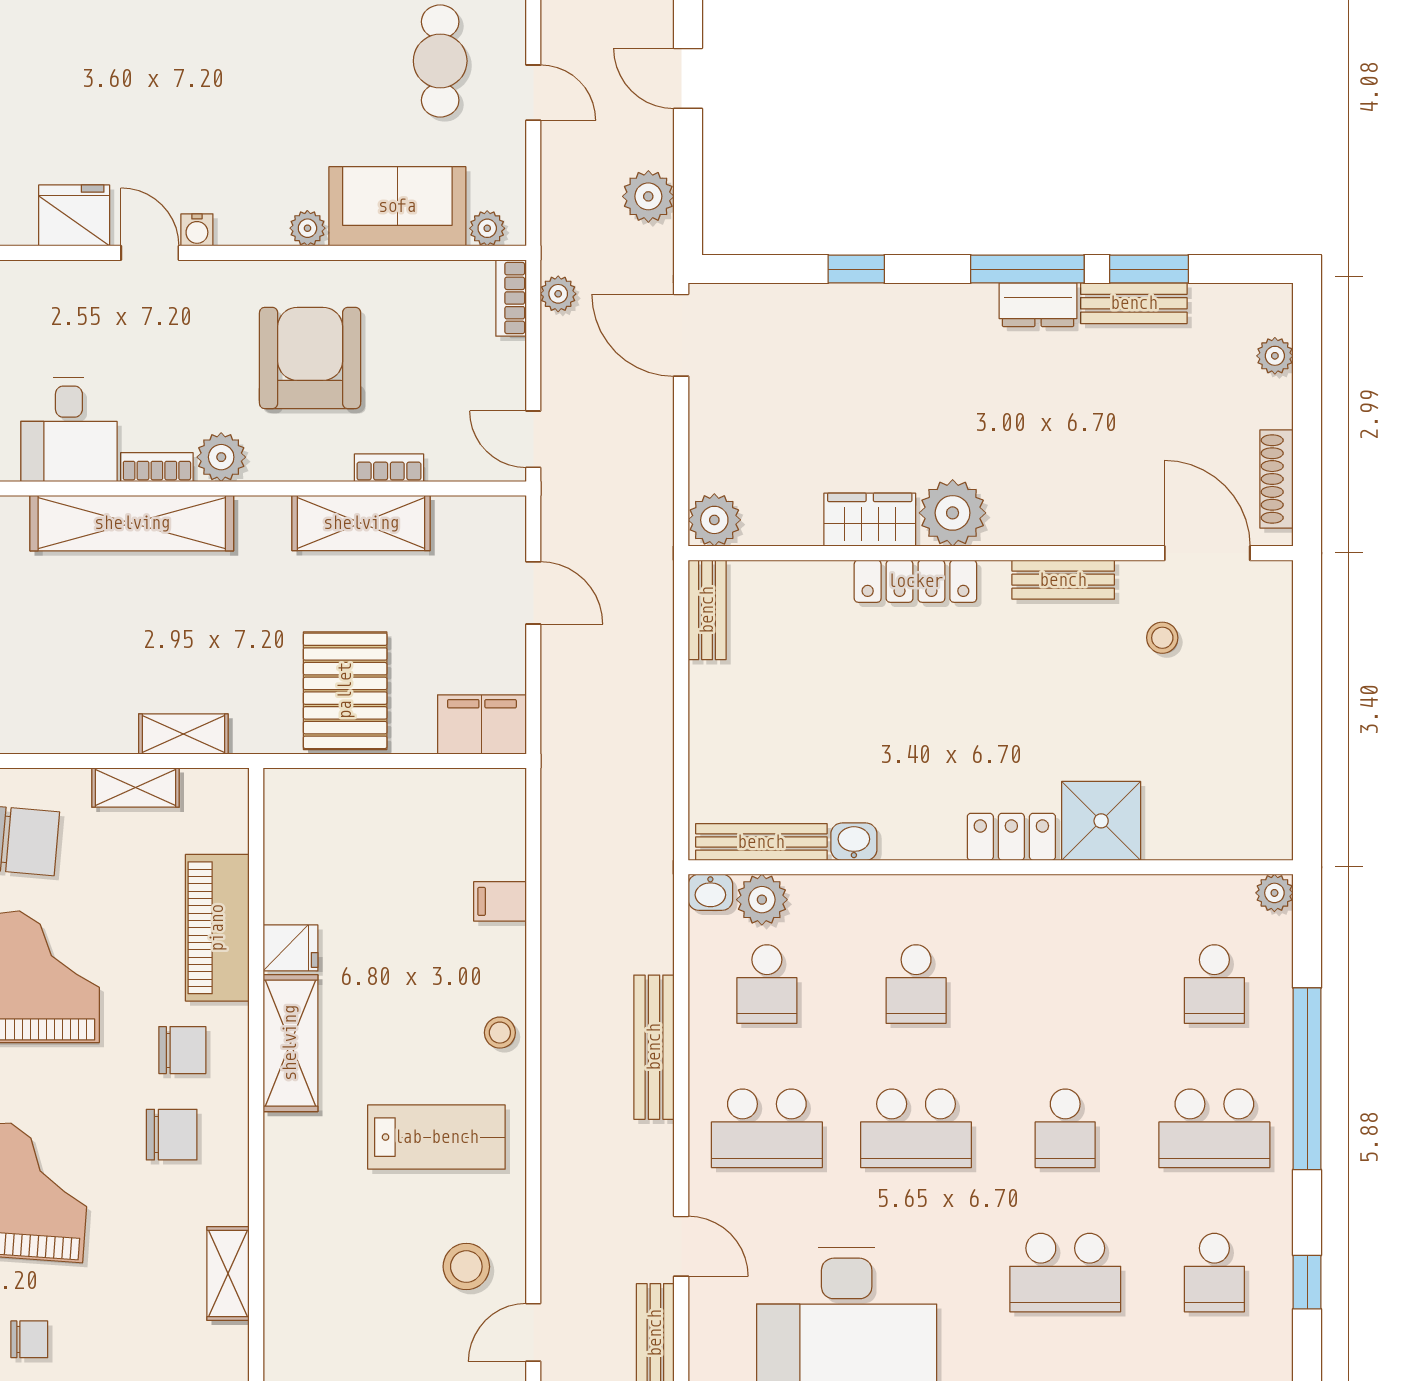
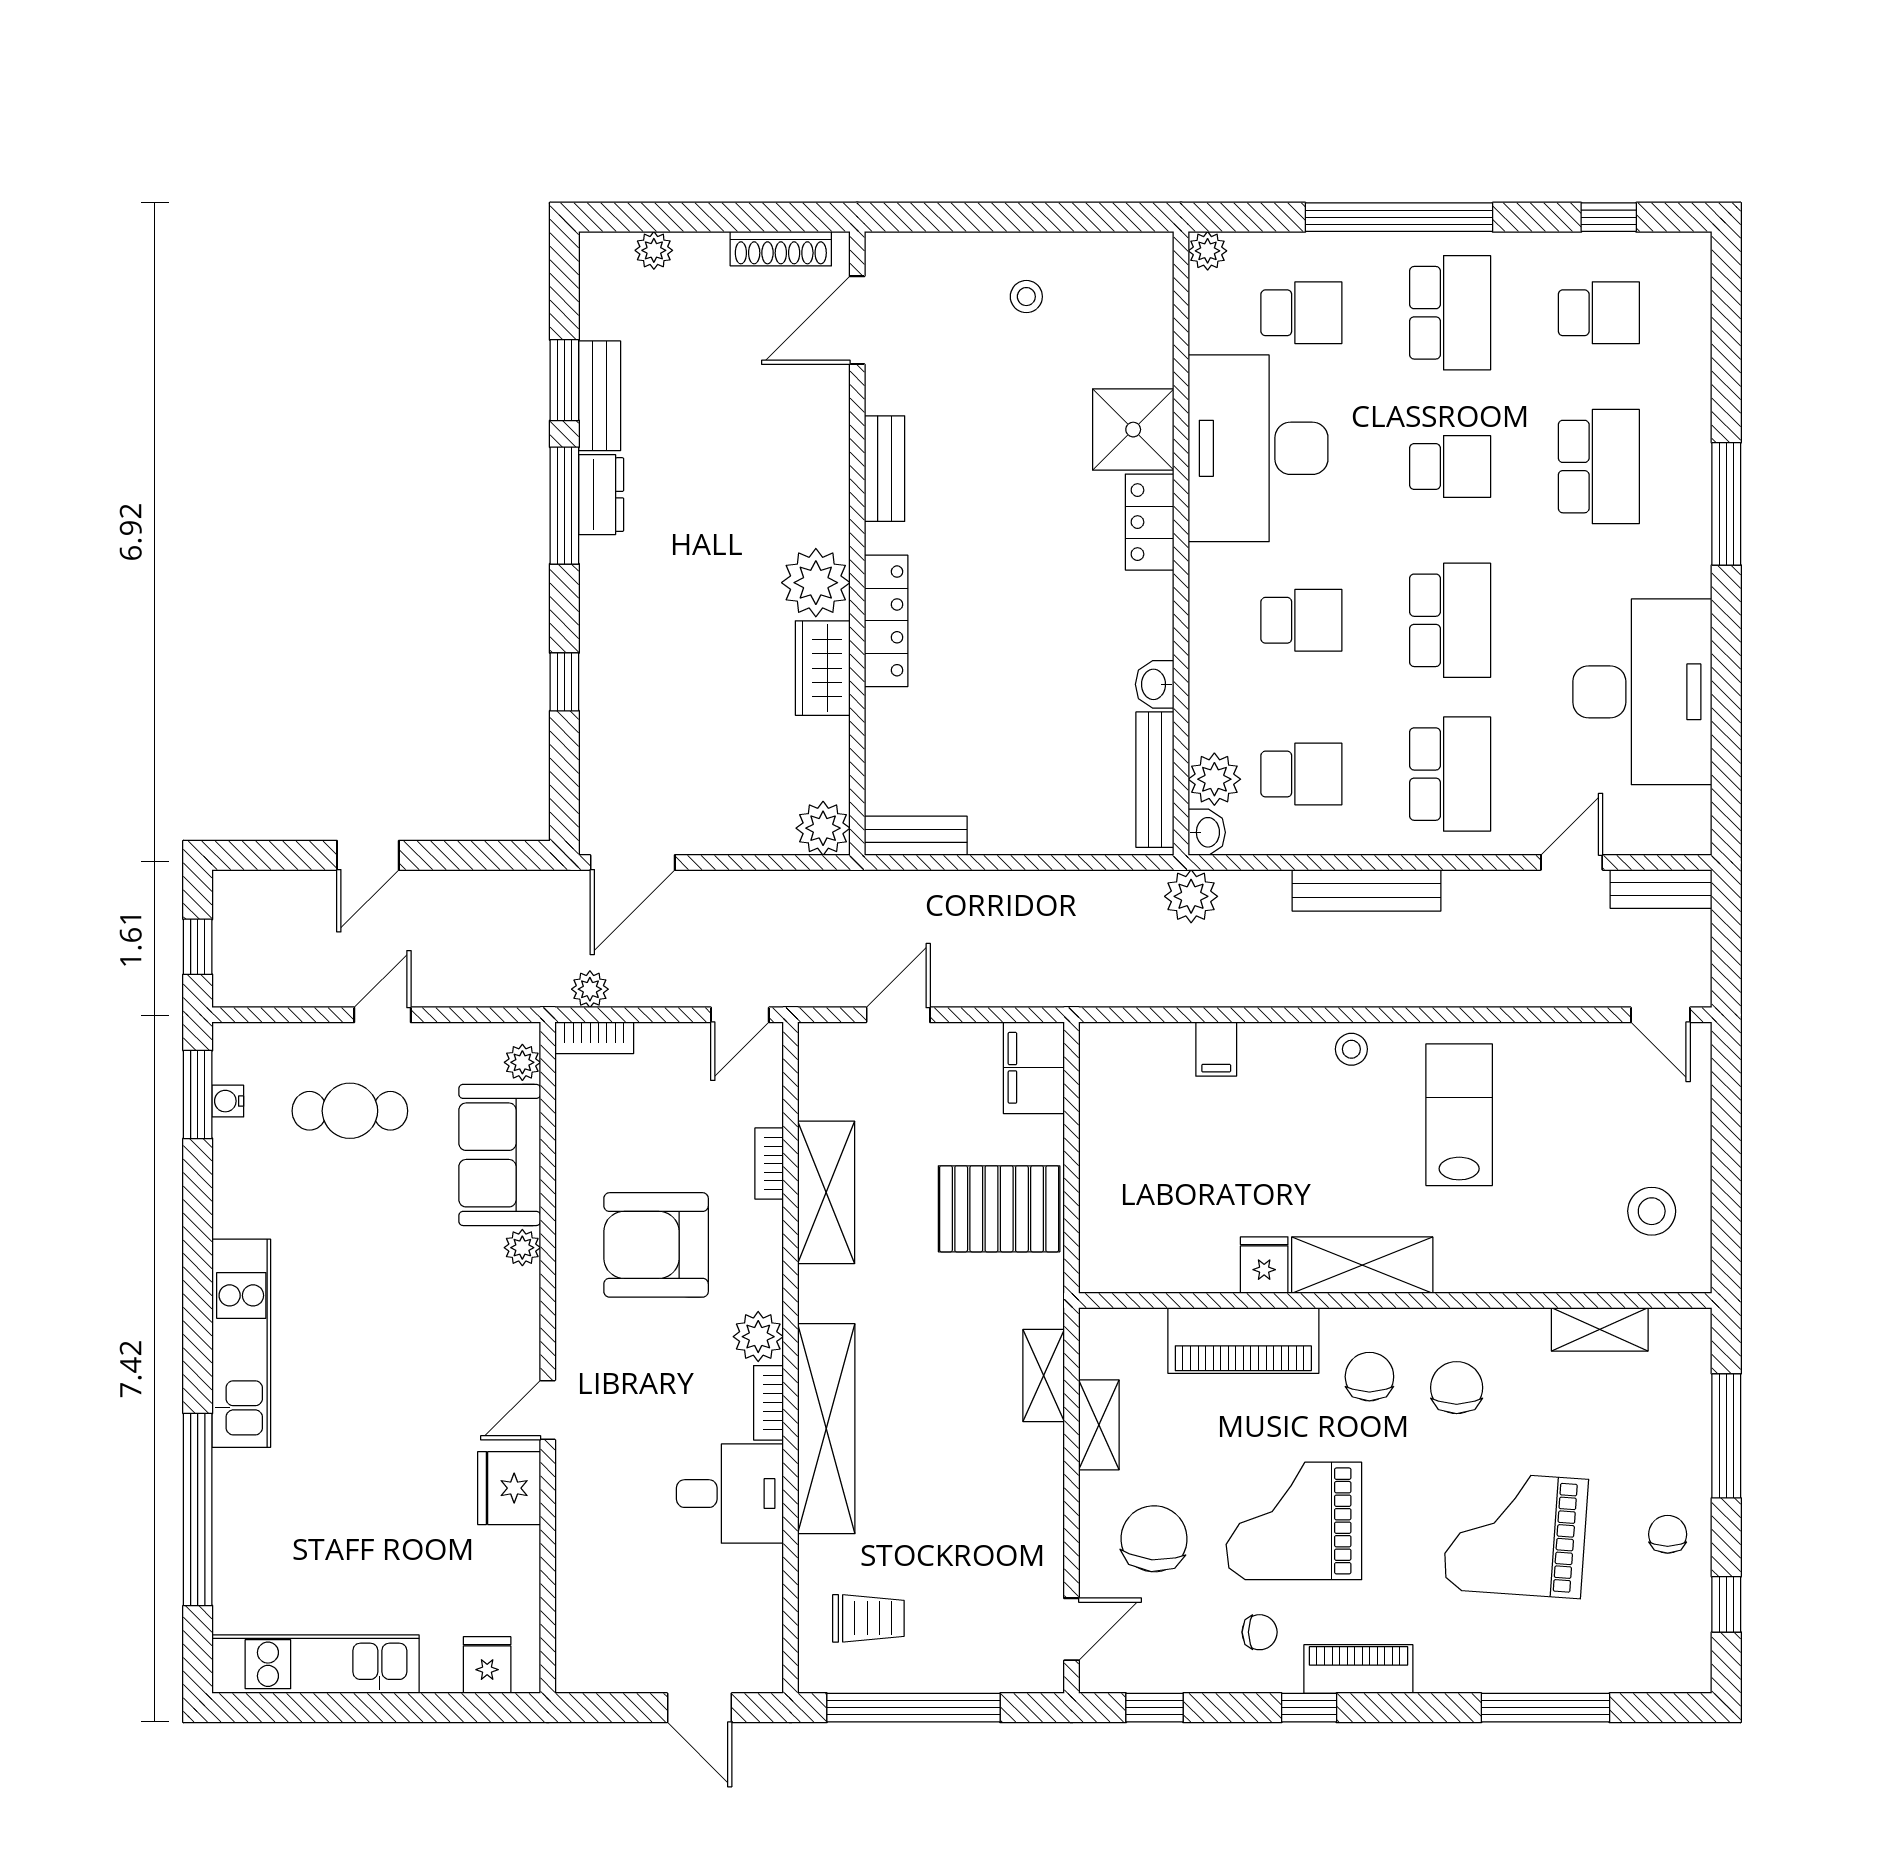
plant: (648, 196) -> (1191, 896), moved
water cooler: (197, 230) -> (524, 1362), removed
stool: (1162, 638) -> (1026, 297), moved
desk: (1083, 942) -> (1258, 448), added
stool: (466, 1267) -> (1652, 1211), moved

